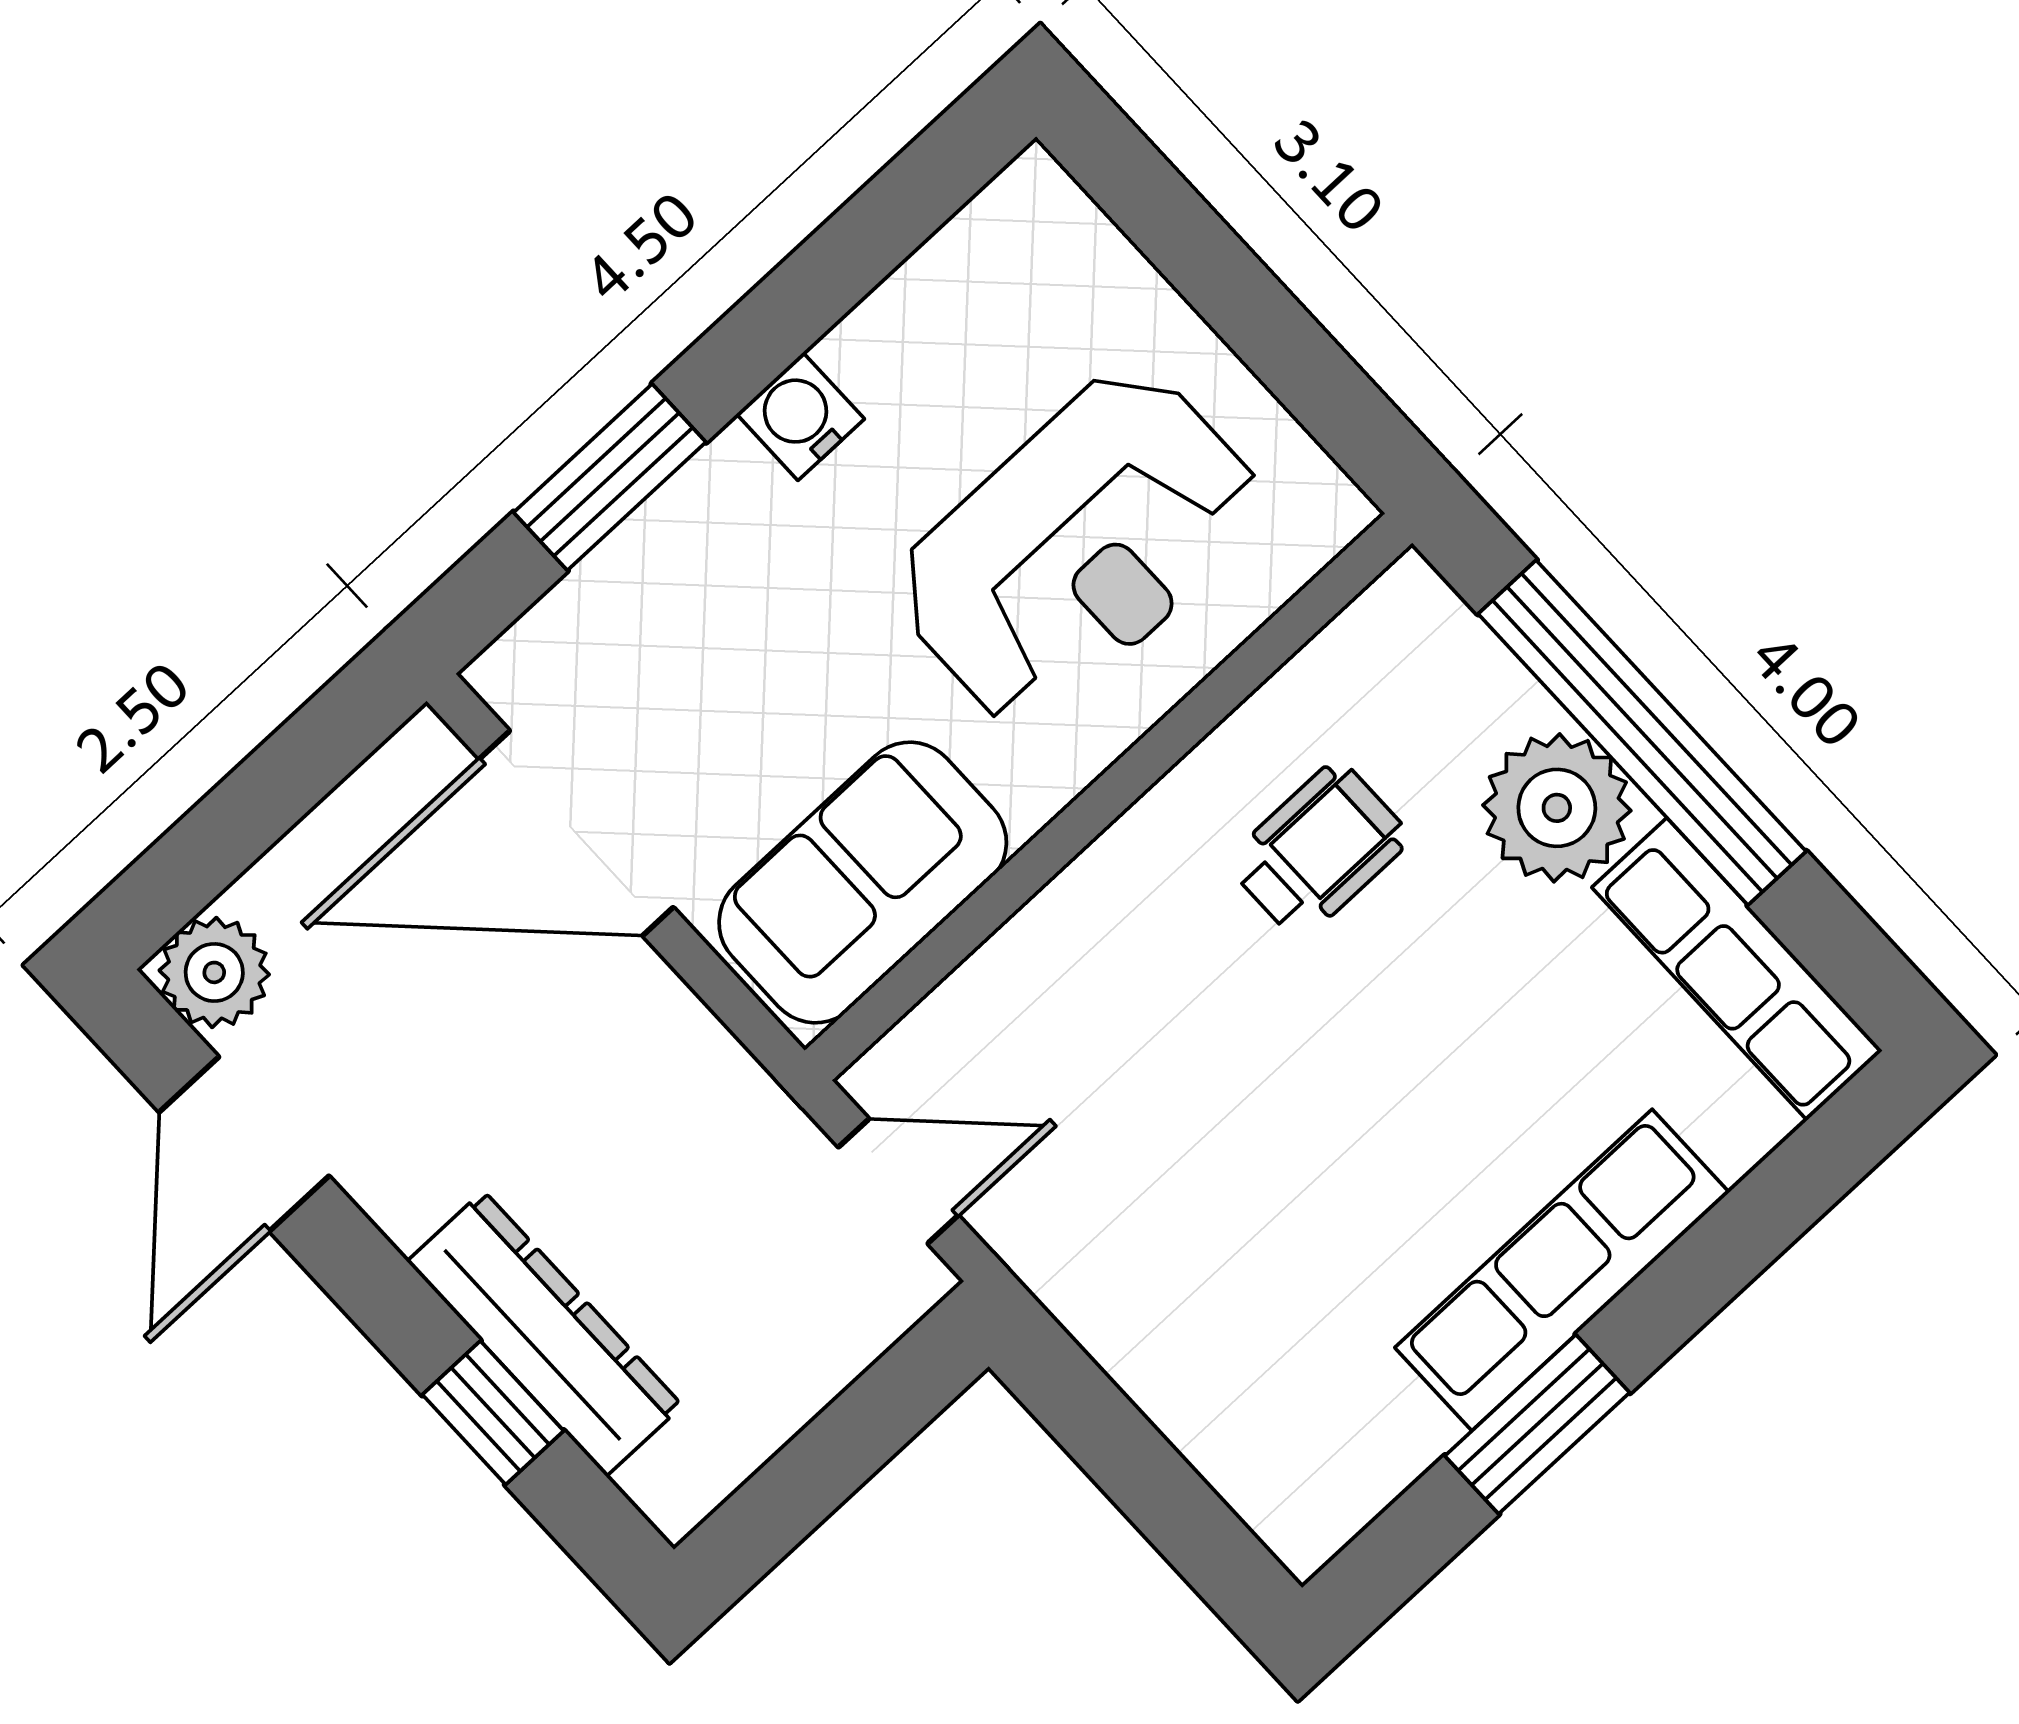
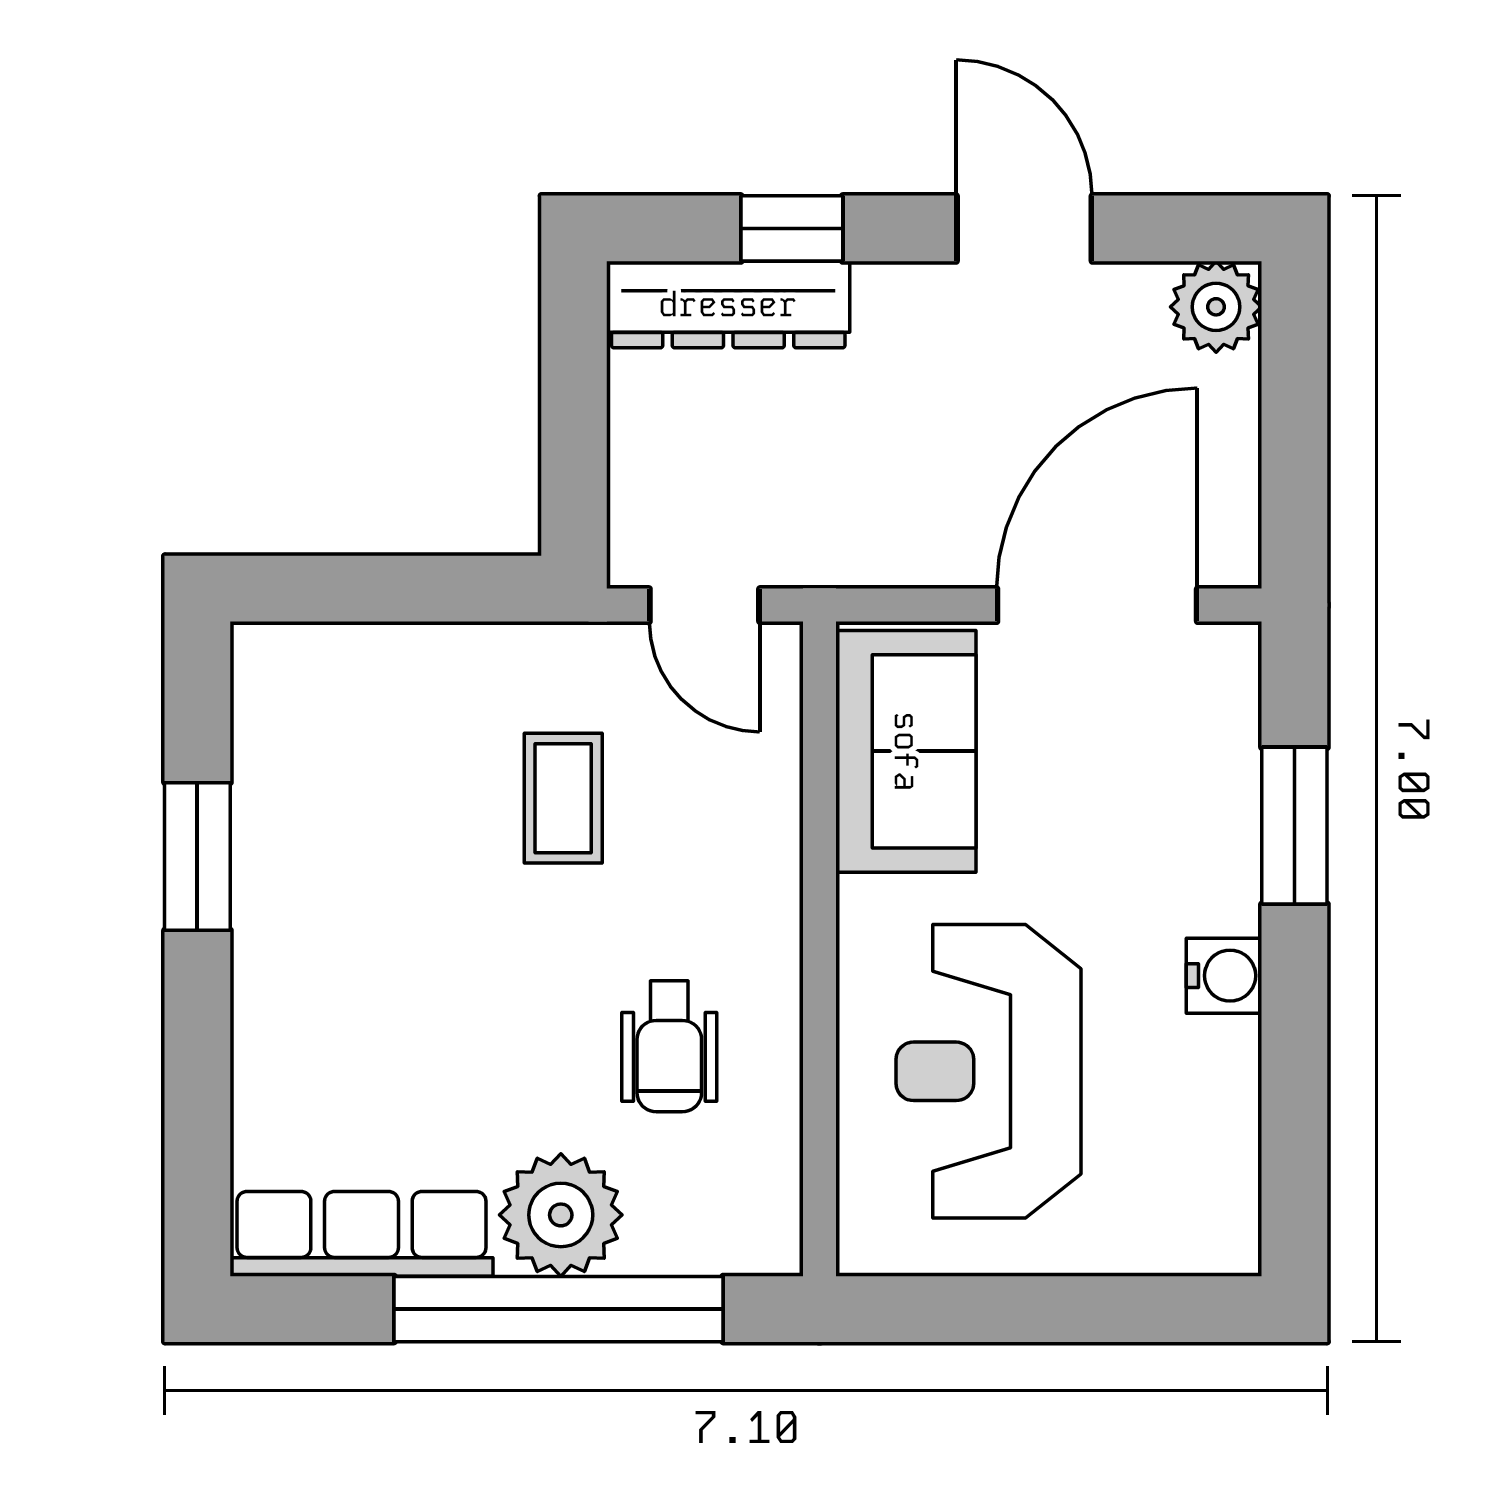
door: (244, 1144) -> (1024, 228), moved
coffee table: (1186, 1148) -> (563, 798), added
door: (898, 1181) -> (704, 605), hinge flipped
row of seats: (1562, 1270) -> (277, 958), removed
dresser: (545, 1333) -> (728, 305), moved

